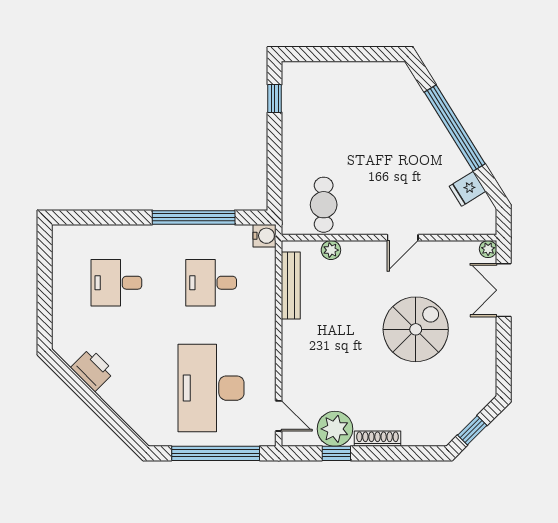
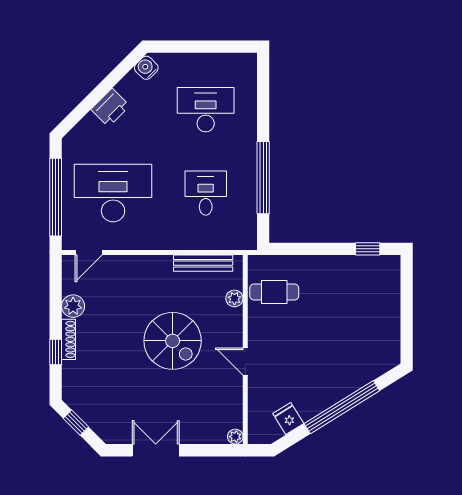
water cooler: (265, 236) -> (146, 68), moved, turned 135
desk: (116, 283) -> (206, 110), width x1.37
double door: (504, 290) -> (156, 450), moved
spiral stairs: (416, 329) -> (173, 341), moved
printer: (92, 370) -> (110, 108), moved
plant: (335, 429) -> (73, 306), width x0.73, depth x0.73
window: (336, 453) -> (56, 352), moved

